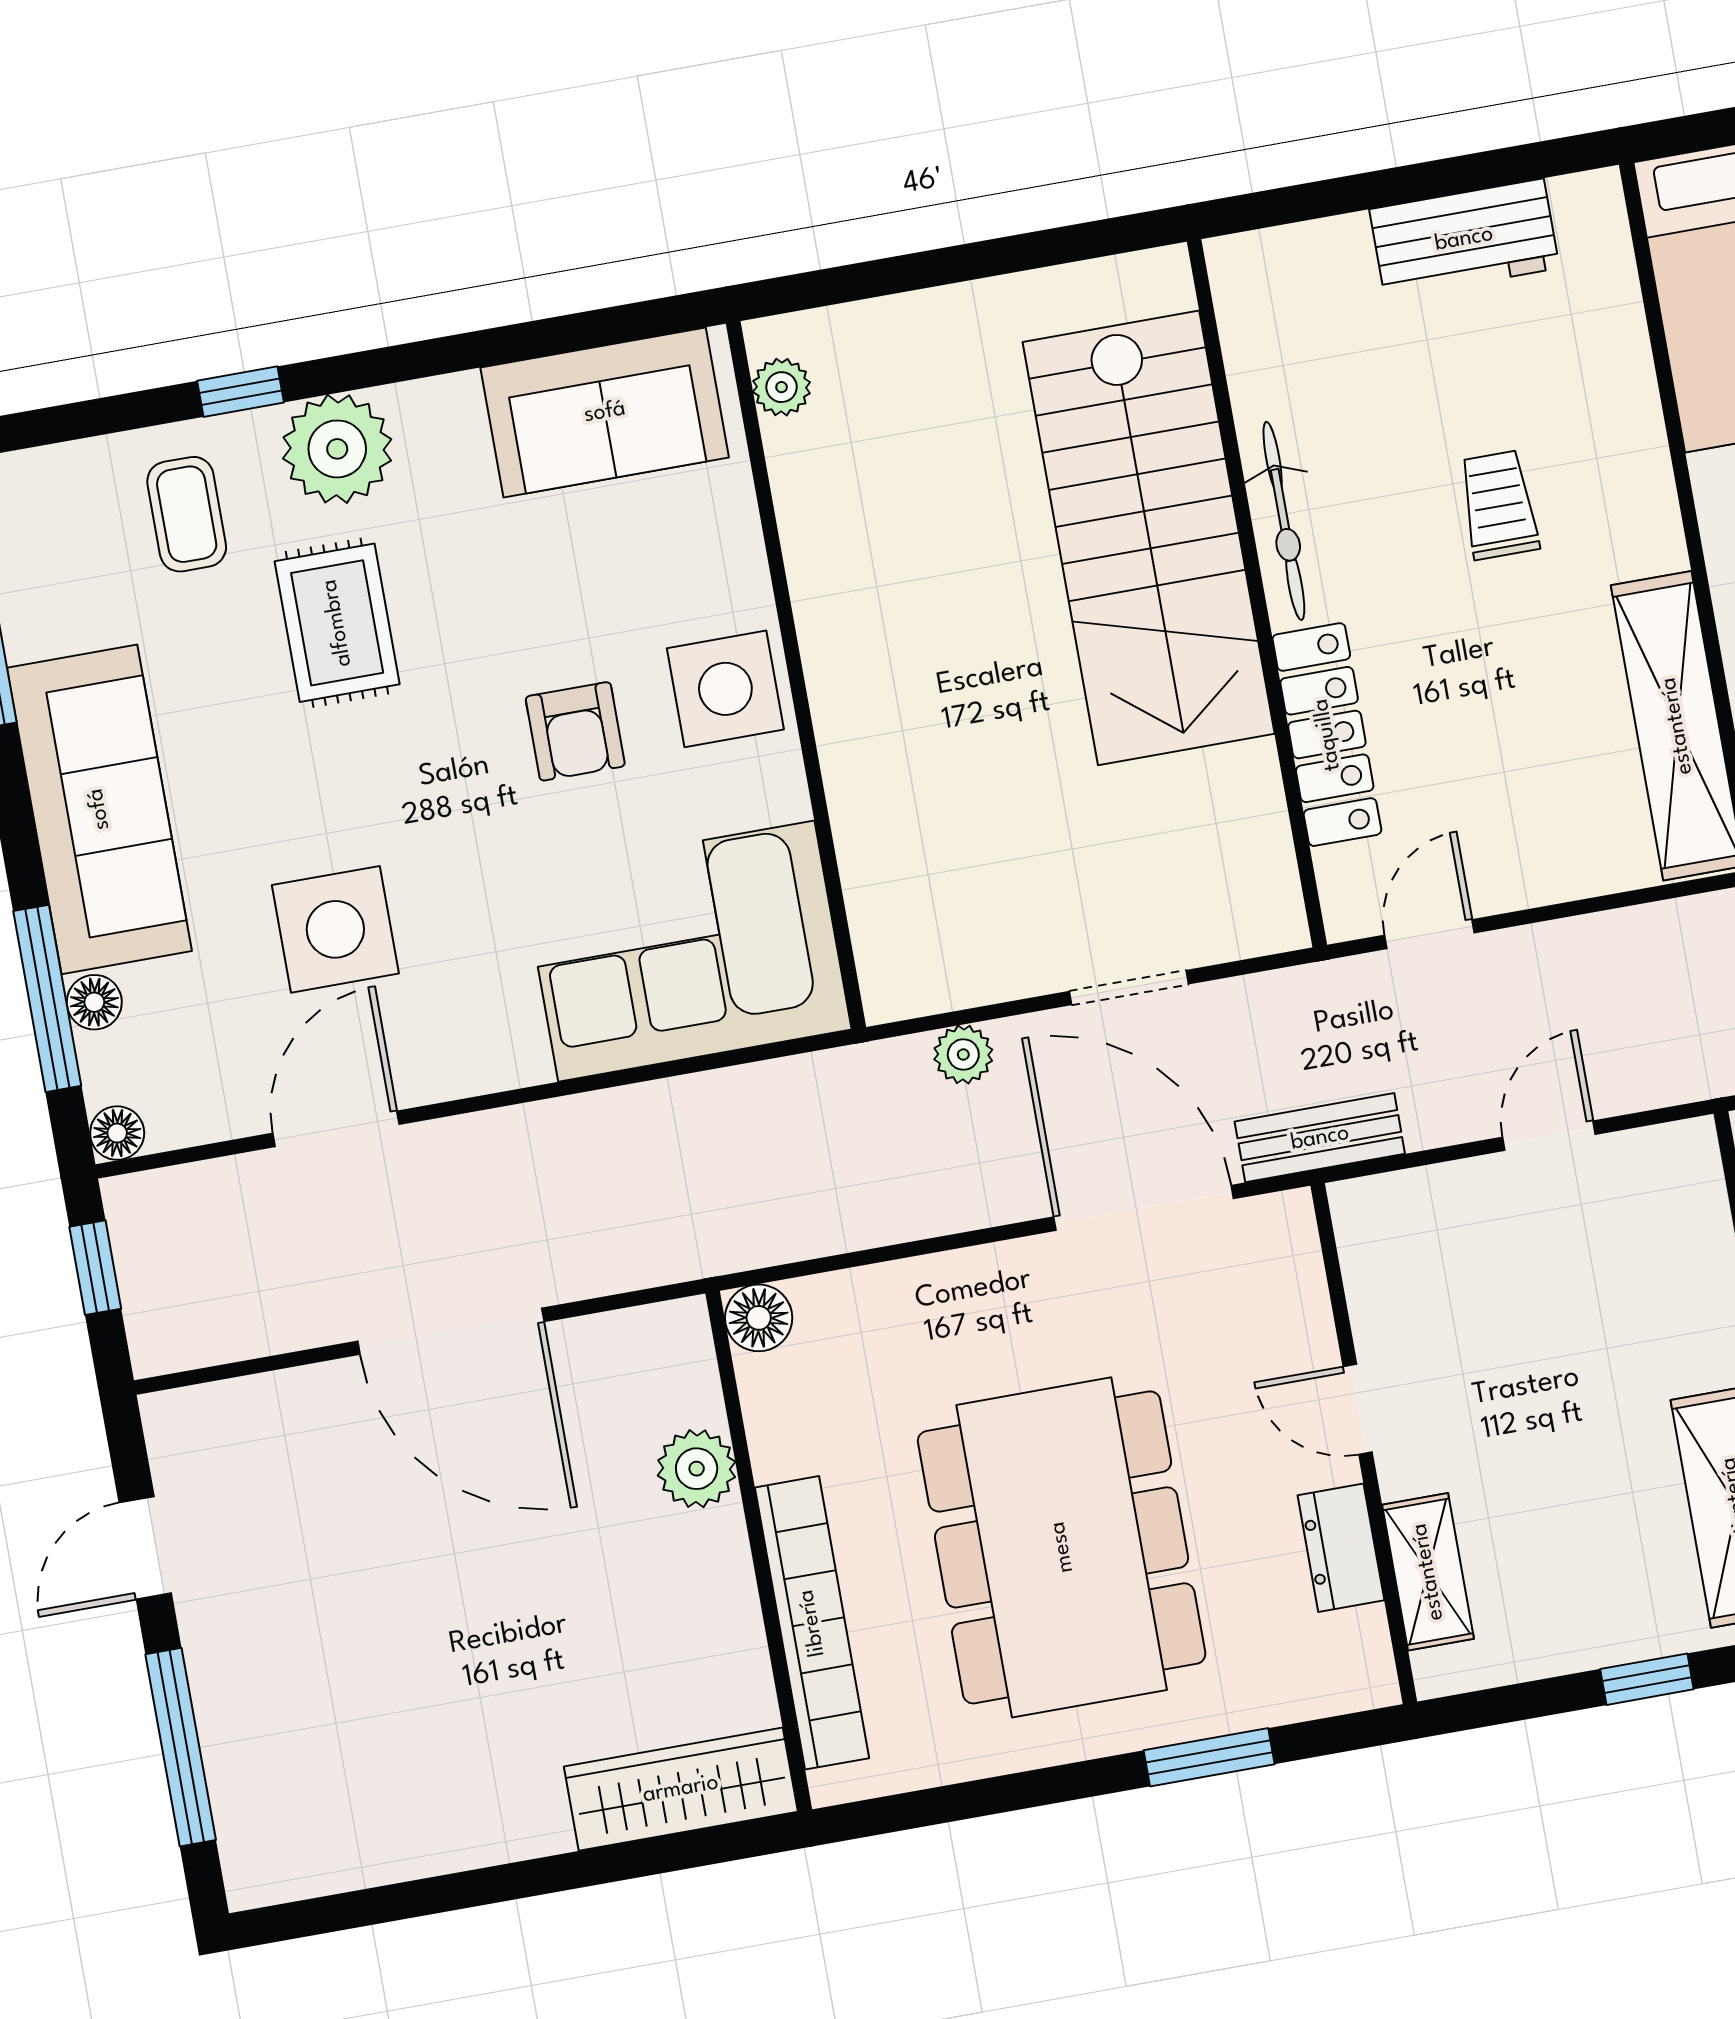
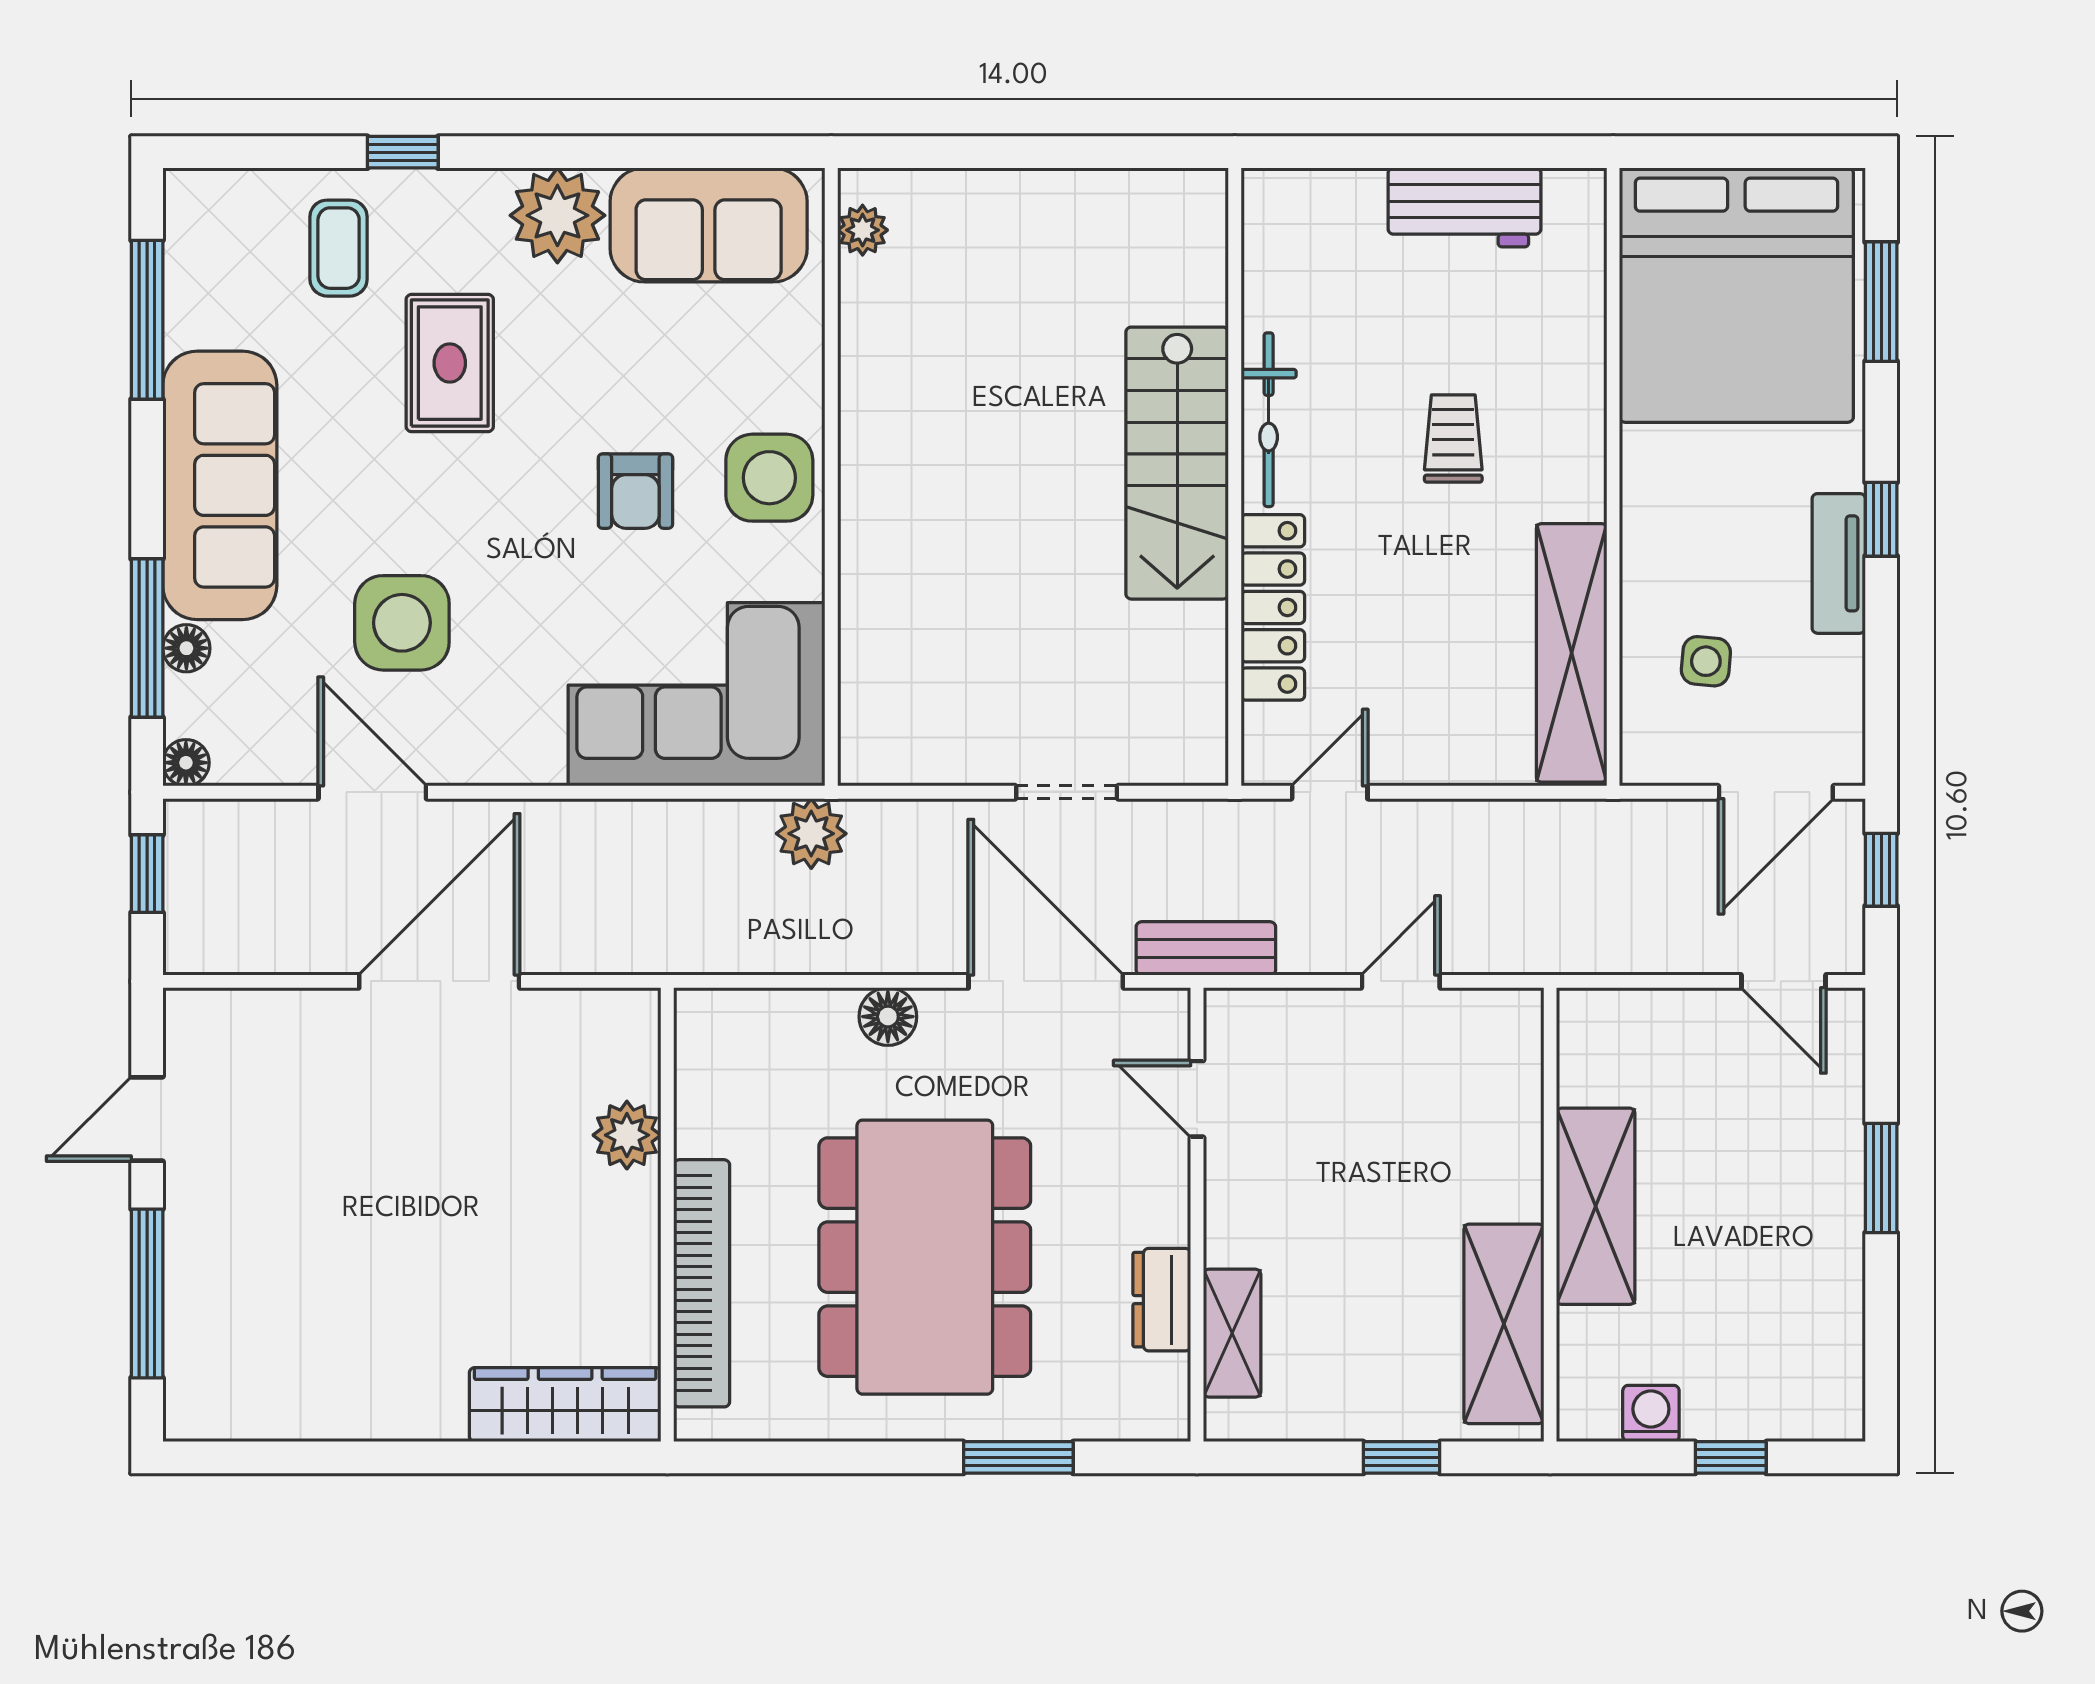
plant: (337, 449) -> (557, 215), moved
stairs: (1149, 538) -> (1177, 463), width x0.73, depth x0.66
plant: (963, 1055) -> (811, 834), moved, width x1.38, depth x1.38
door: (336, 1129) -> (372, 792), hinge flipped
floor lamp: (759, 1318) -> (888, 1017), moved
door: (451, 1331) -> (439, 981), swing flipped
door: (1358, 1409) -> (1197, 1099), moved

